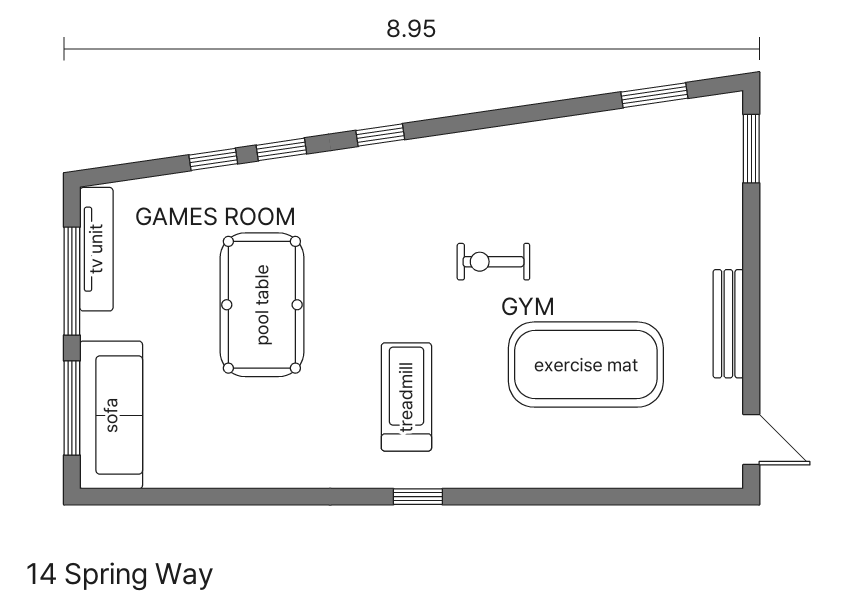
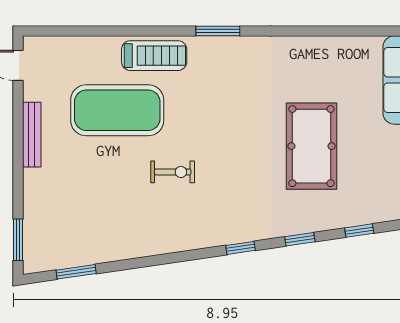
window: (213, 159) -> (359, 231), moved
treadmill: (406, 397) -> (154, 56), moved, turned -90
window: (418, 497) -> (218, 31), width x1.50

